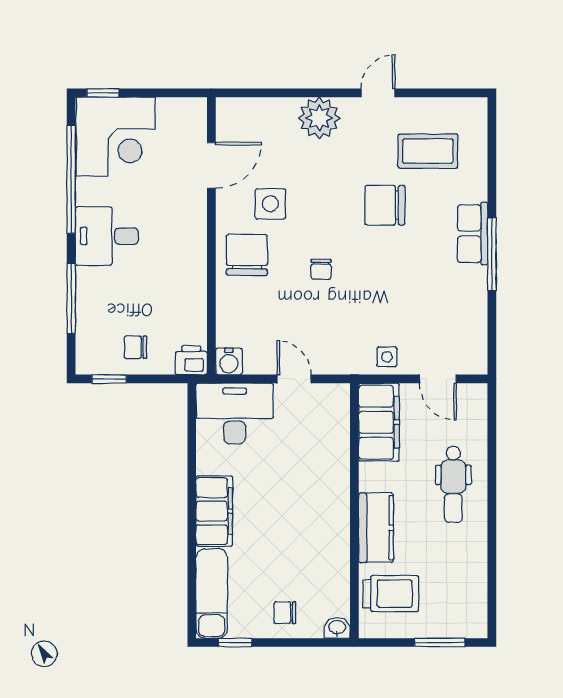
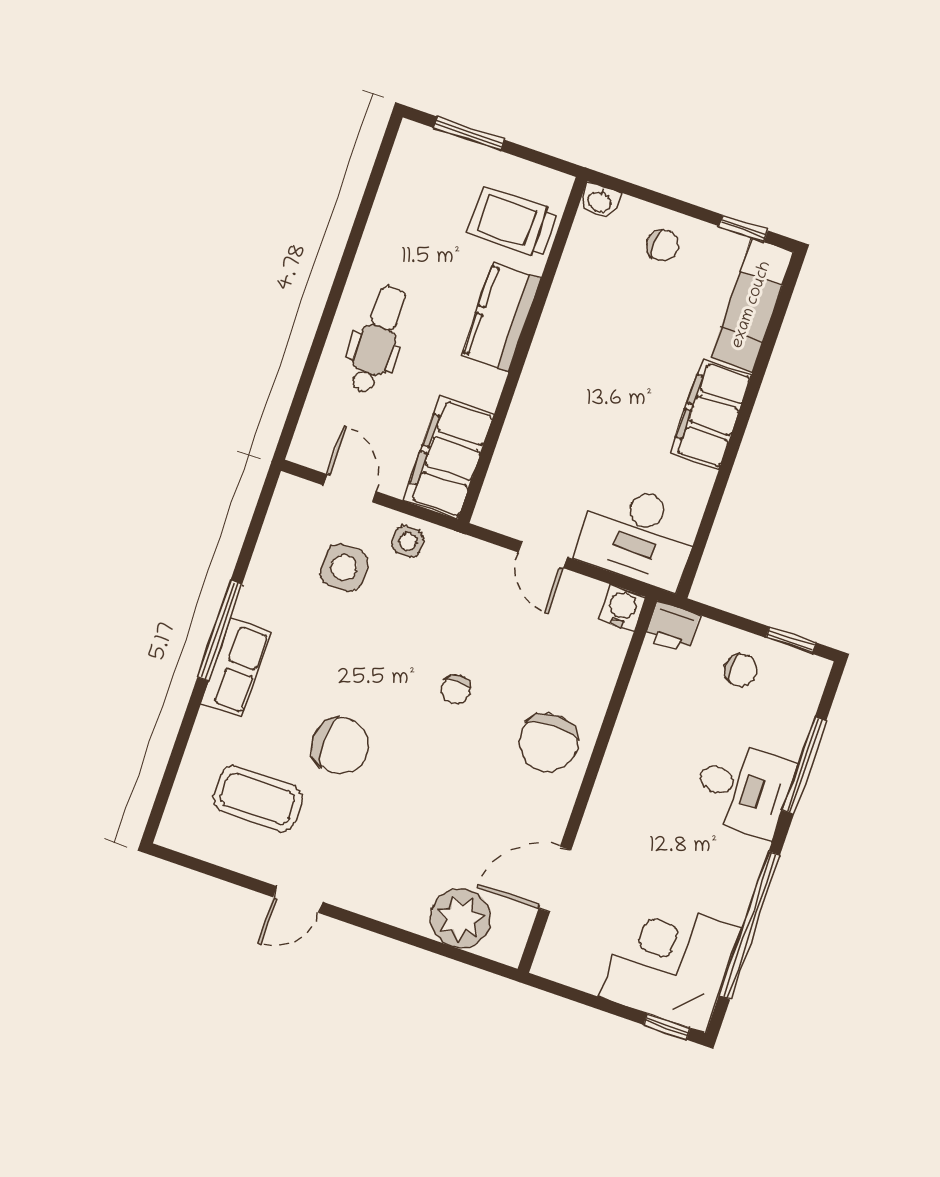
plant: (319, 118) -> (461, 918), moved
side table: (270, 204) -> (344, 568), moved
desk: (107, 236) -> (743, 789), moved
chair: (321, 269) -> (456, 689), turned 180

